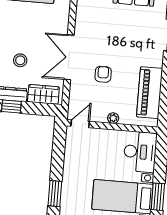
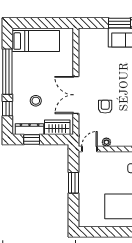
plant: (113, 118) -> (106, 142), moved
window: (55, 193) -> (73, 183), moved

